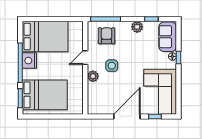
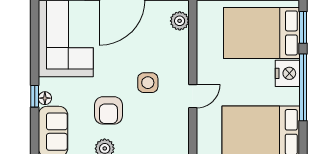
armchair: (107, 36) -> (108, 110), moved
nightstand: (29, 61) -> (287, 73), moved
plant: (93, 76) -> (180, 21), moved

